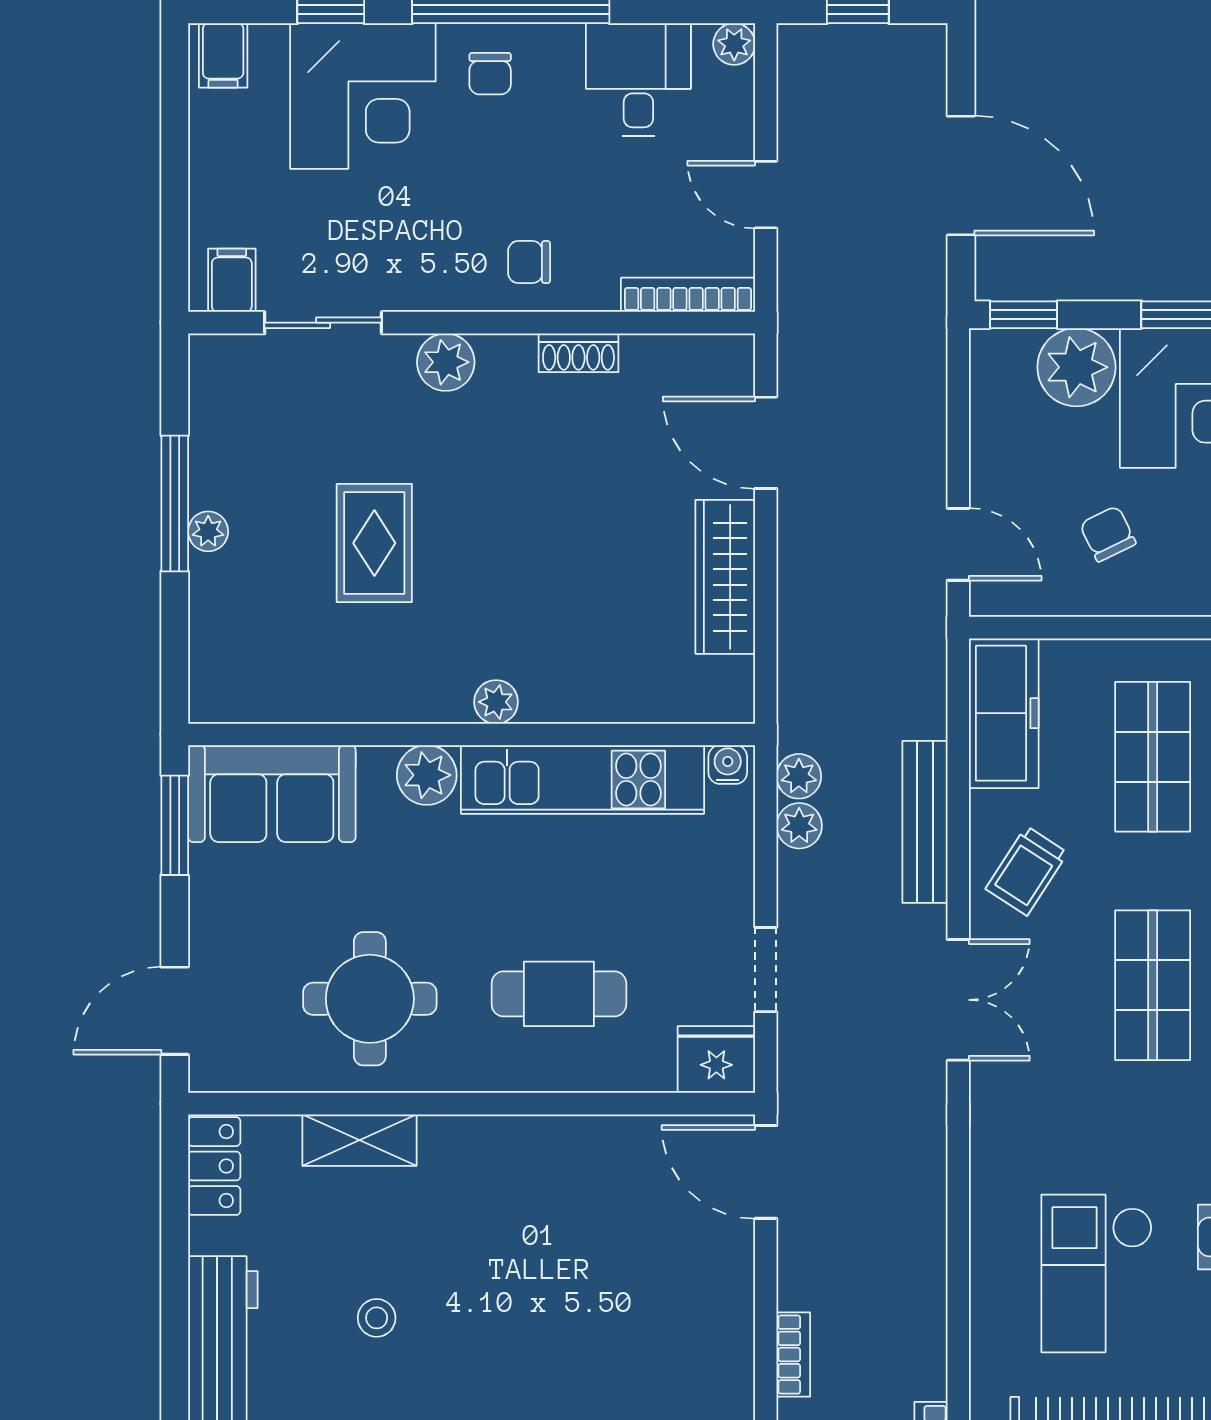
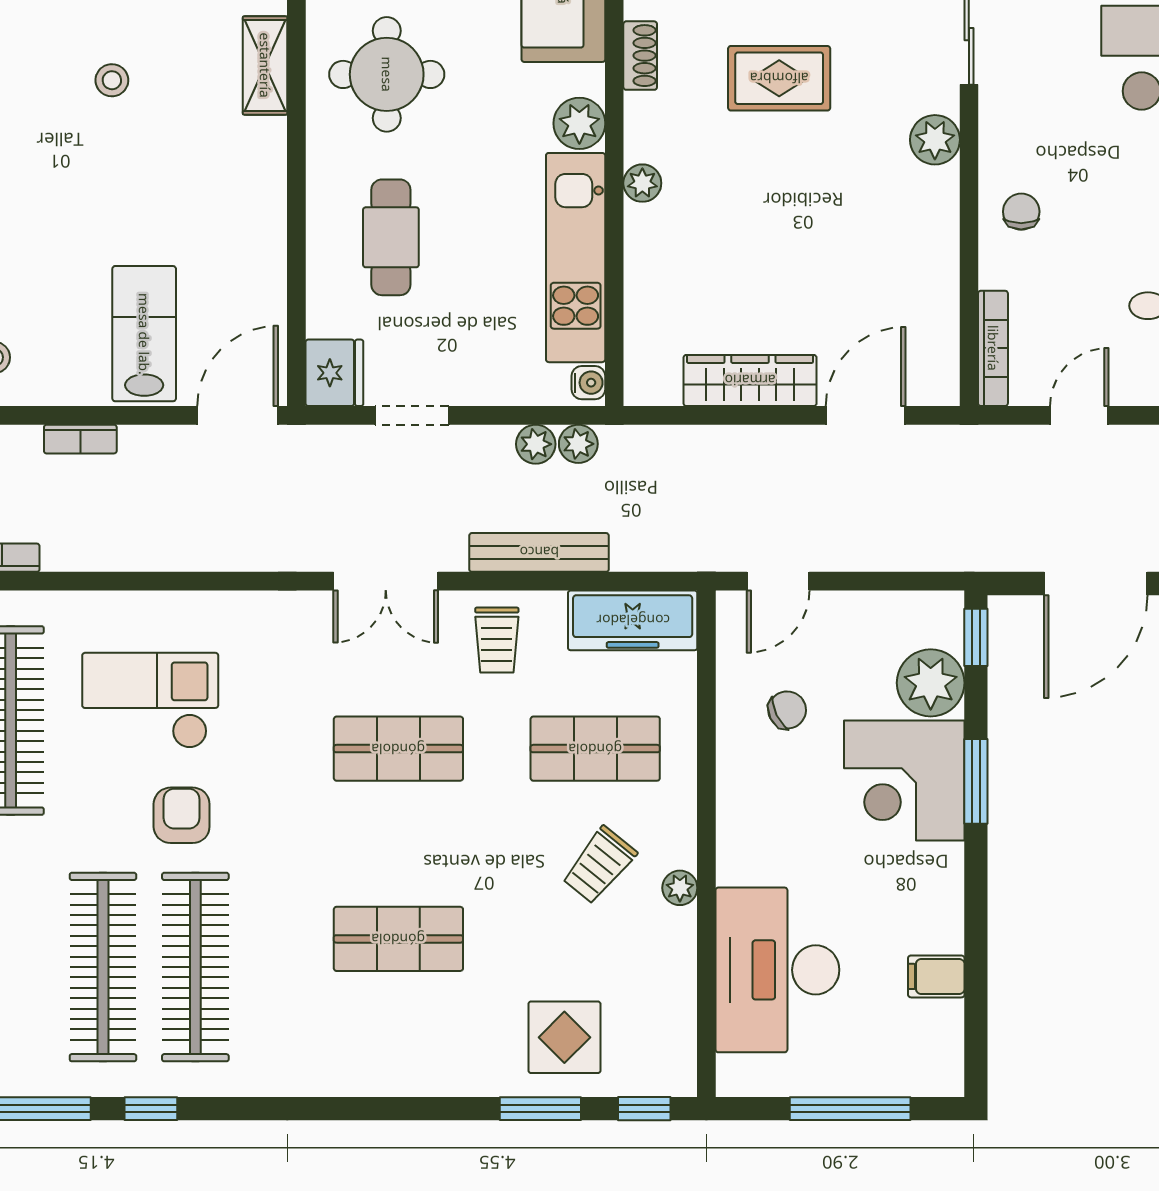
shoe rack: (578, 353) -> (640, 56), moved, turned 180
trolley: (1027, 871) -> (497, 640), turned -123
lab bench: (671, 1280) -> (144, 334), added

